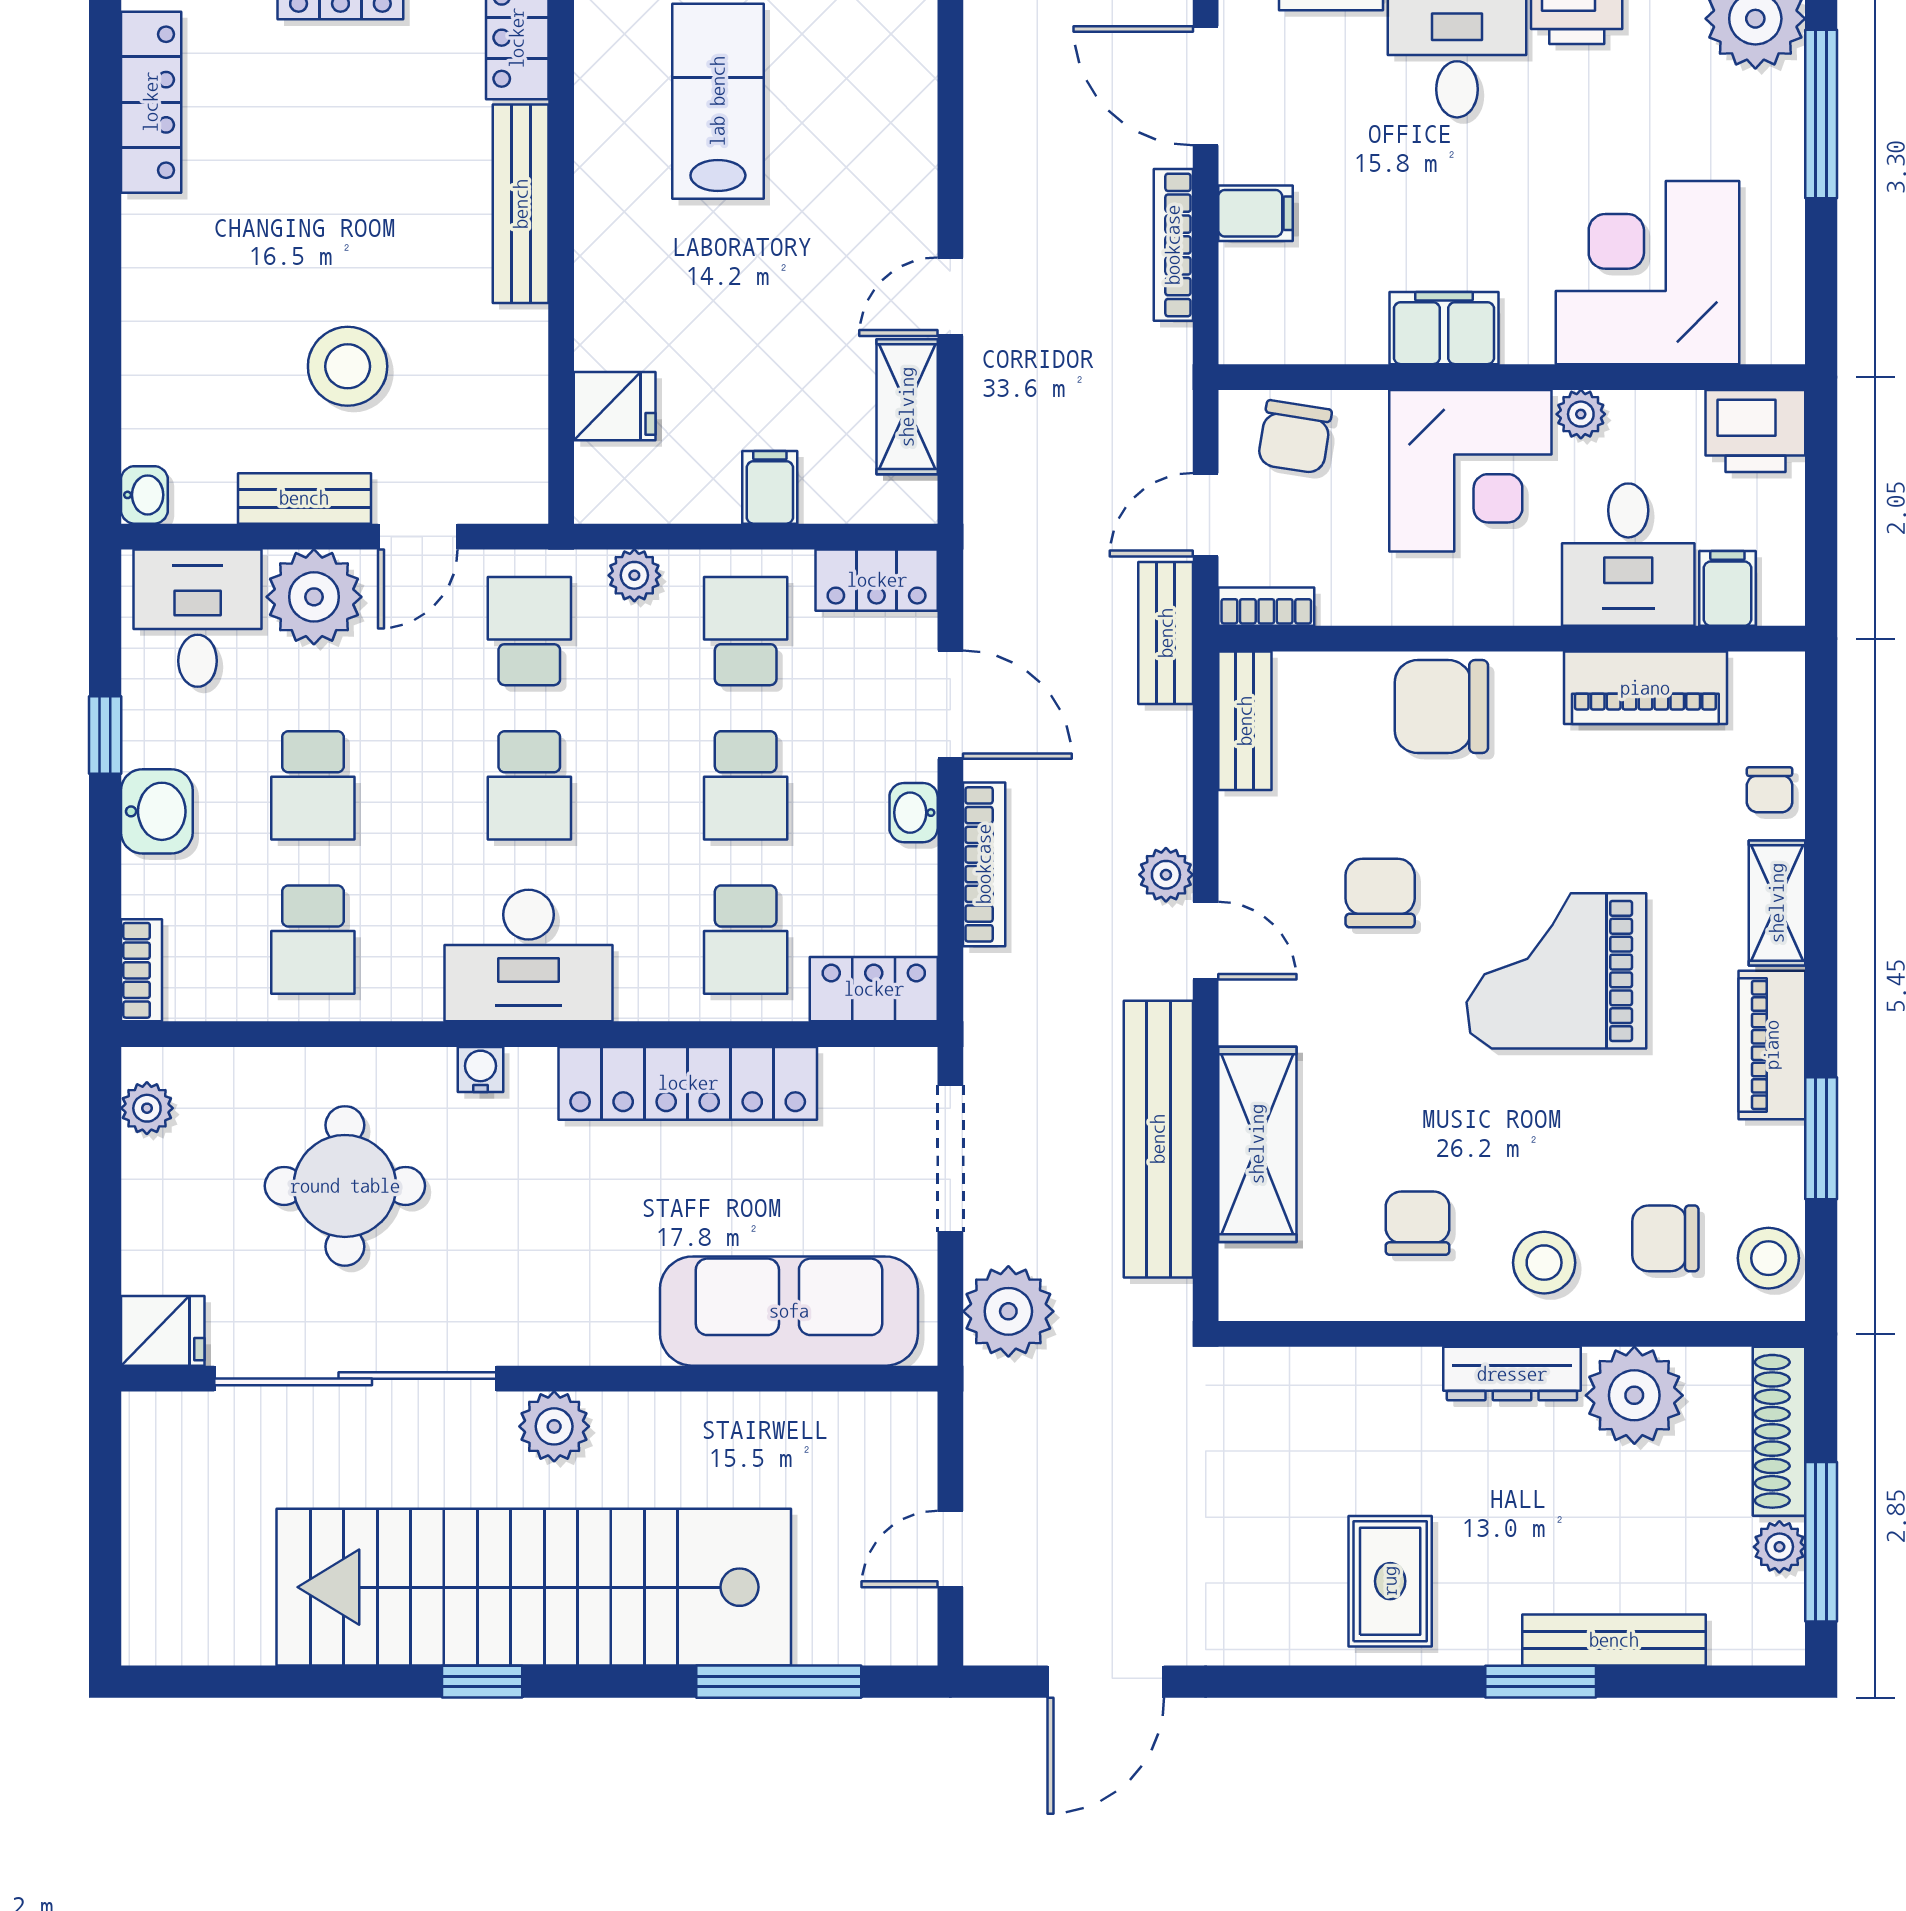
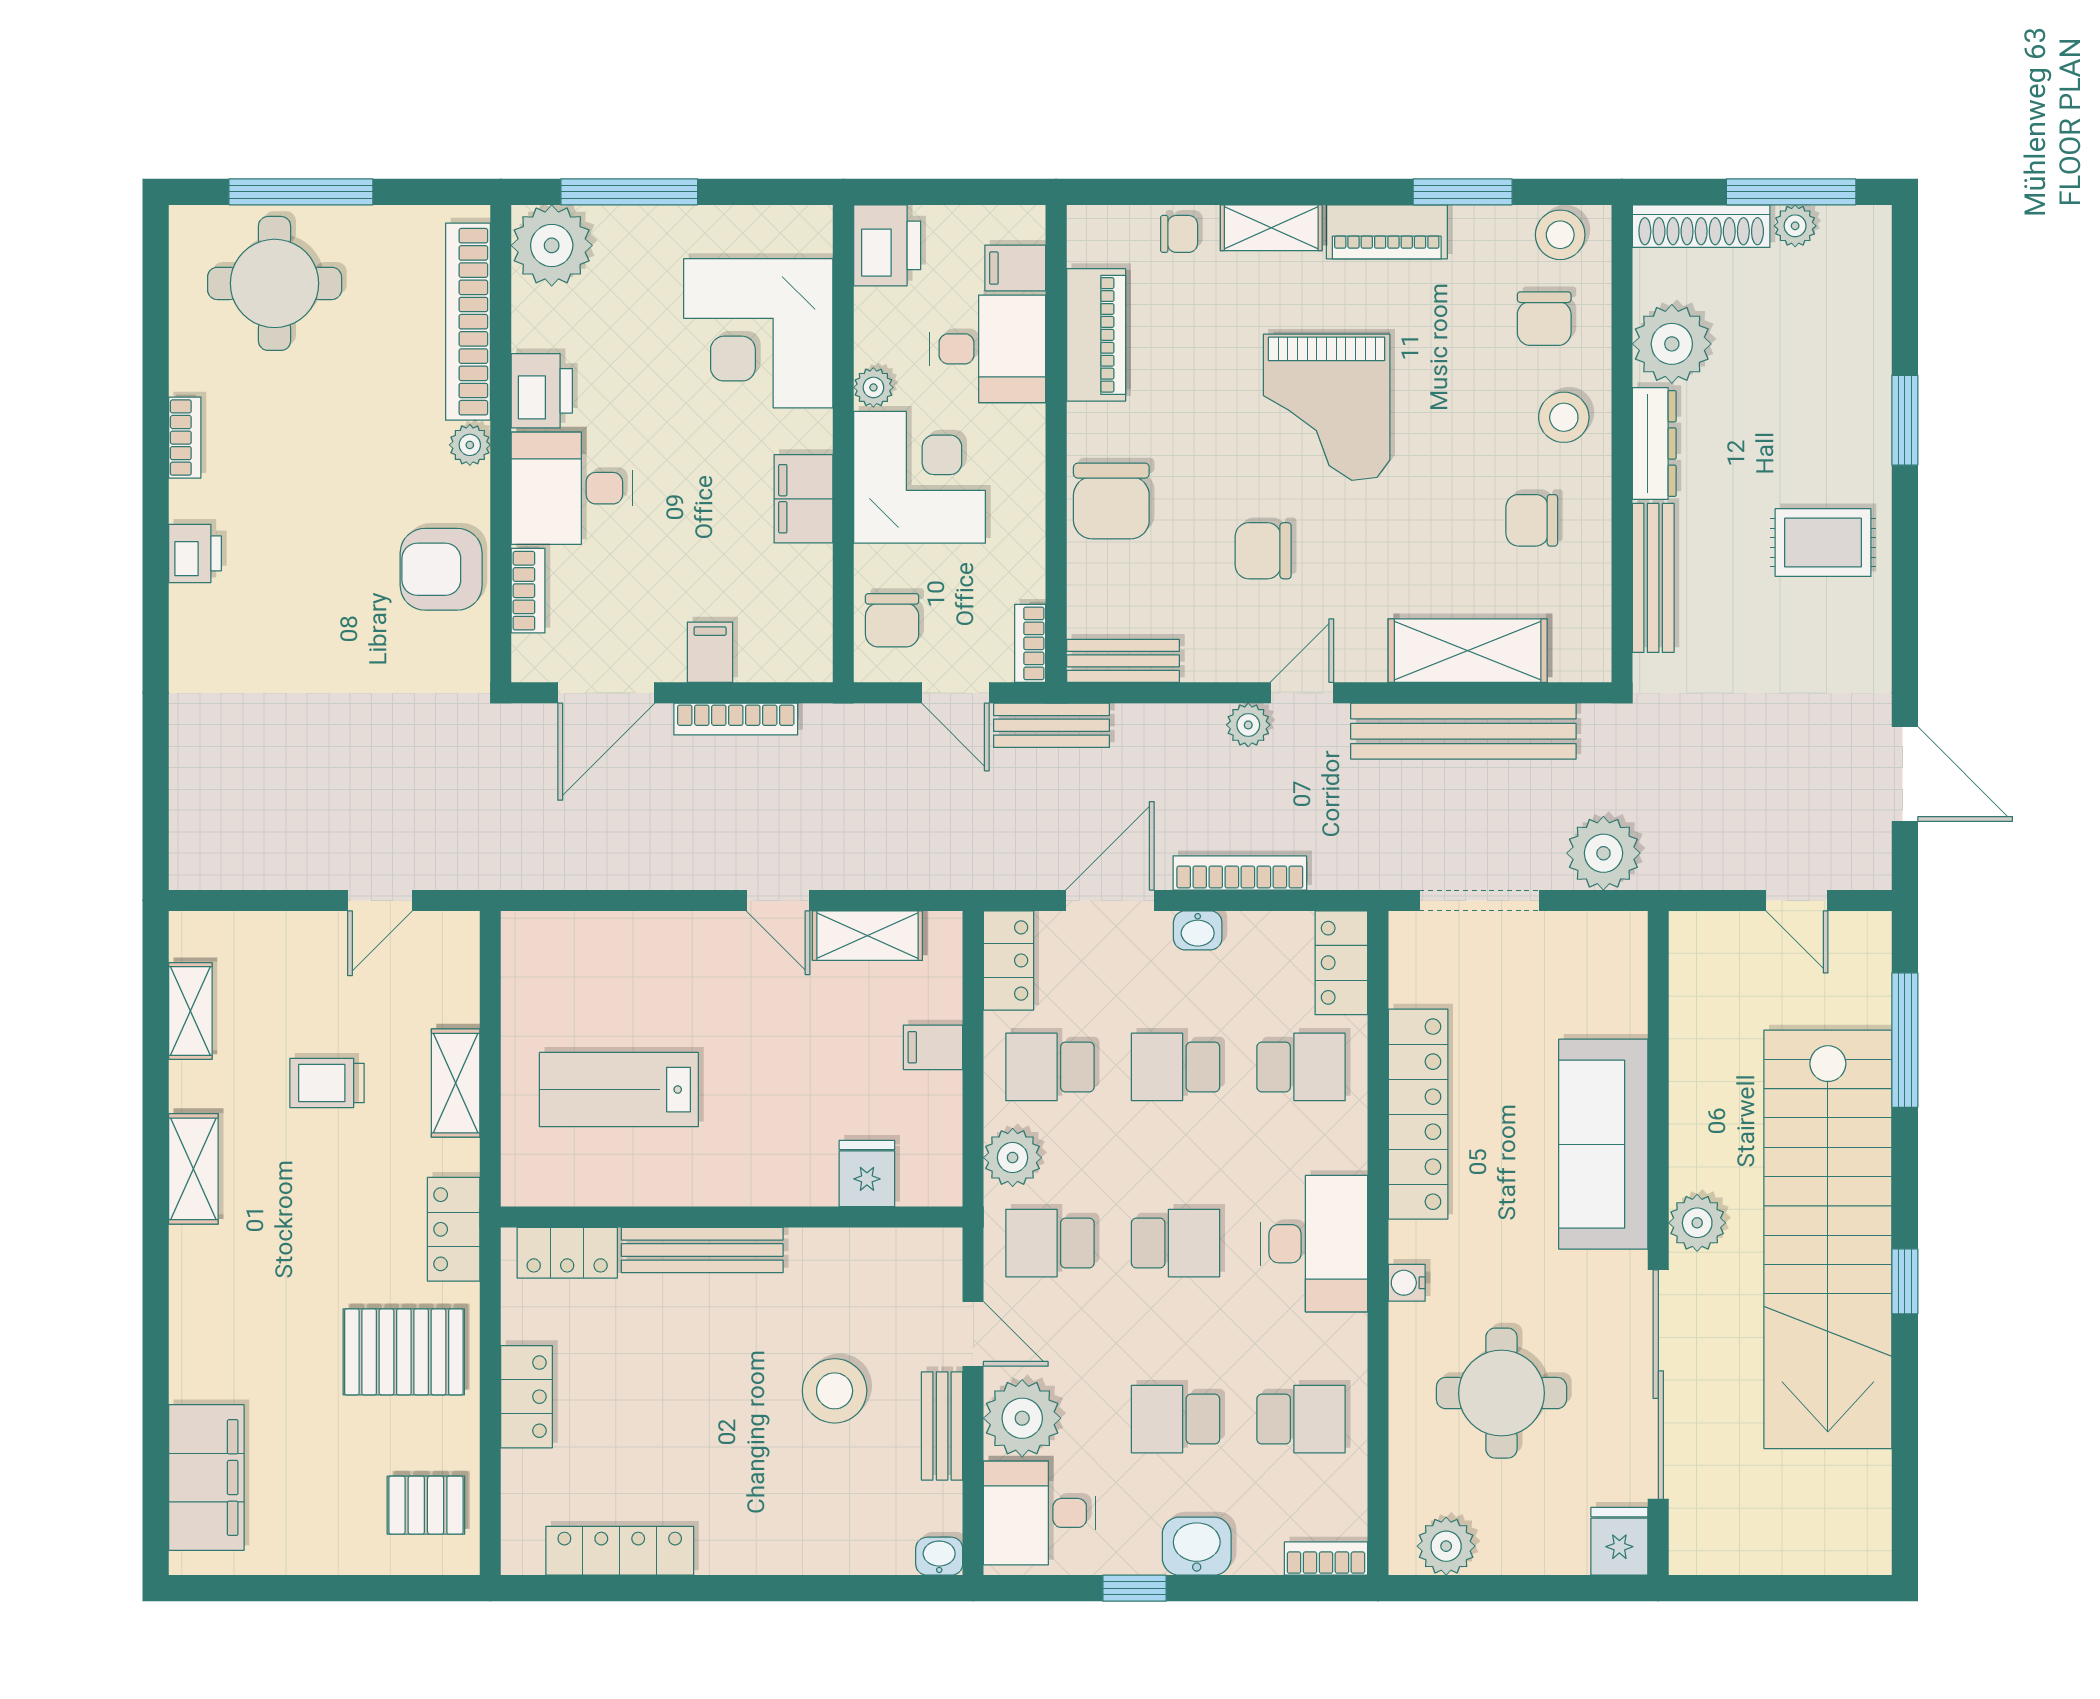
chair: (1295, 437) -> (892, 620), turned 81
plant: (634, 575) -> (1013, 1158), width x1.38, depth x1.38
school desk: (313, 785) -> (1176, 1419), turned 180
school desk: (746, 785) -> (1176, 1067), turned 180
plant: (147, 1108) -> (1446, 1546), width x1.38, depth x1.38
sofa: (789, 1311) -> (1603, 1144), moved
bench: (1614, 1640) -> (1653, 578), moved

